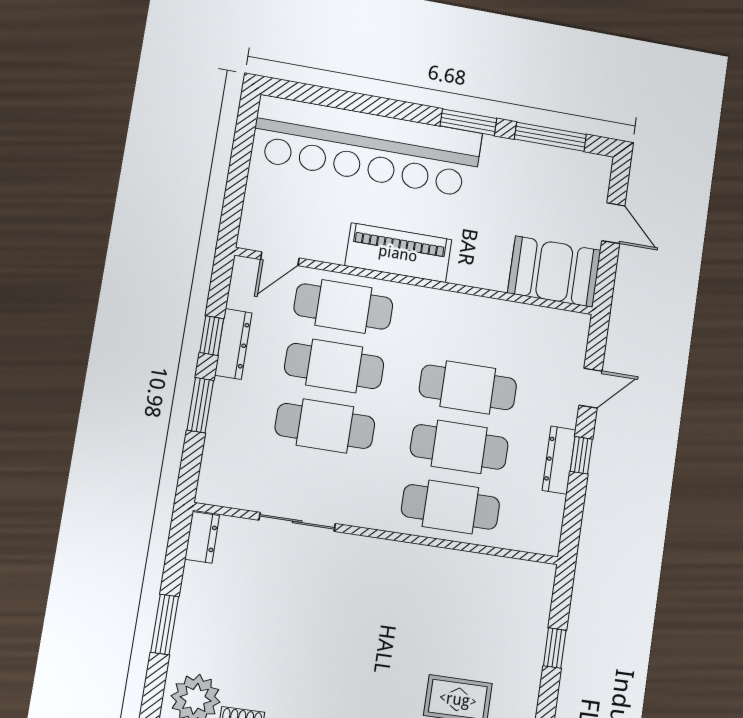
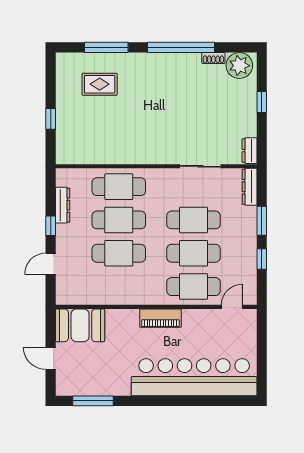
window: (468, 122) -> (140, 401), removed
piano: (398, 253) -> (160, 318), width x0.73, depth x0.75
dresser: (233, 344) -> (250, 187), moved
dresser: (559, 460) -> (63, 205), moved
window: (165, 624) -> (262, 102), width x0.67

